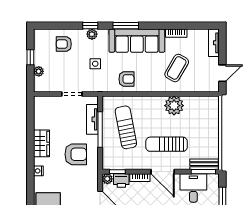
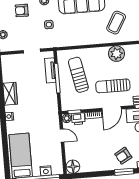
armchair: (126, 79) -> (76, 35), removed
armchair: (76, 154) -> (39, 100), removed
door: (163, 172) -> (112, 109), hinge flipped

